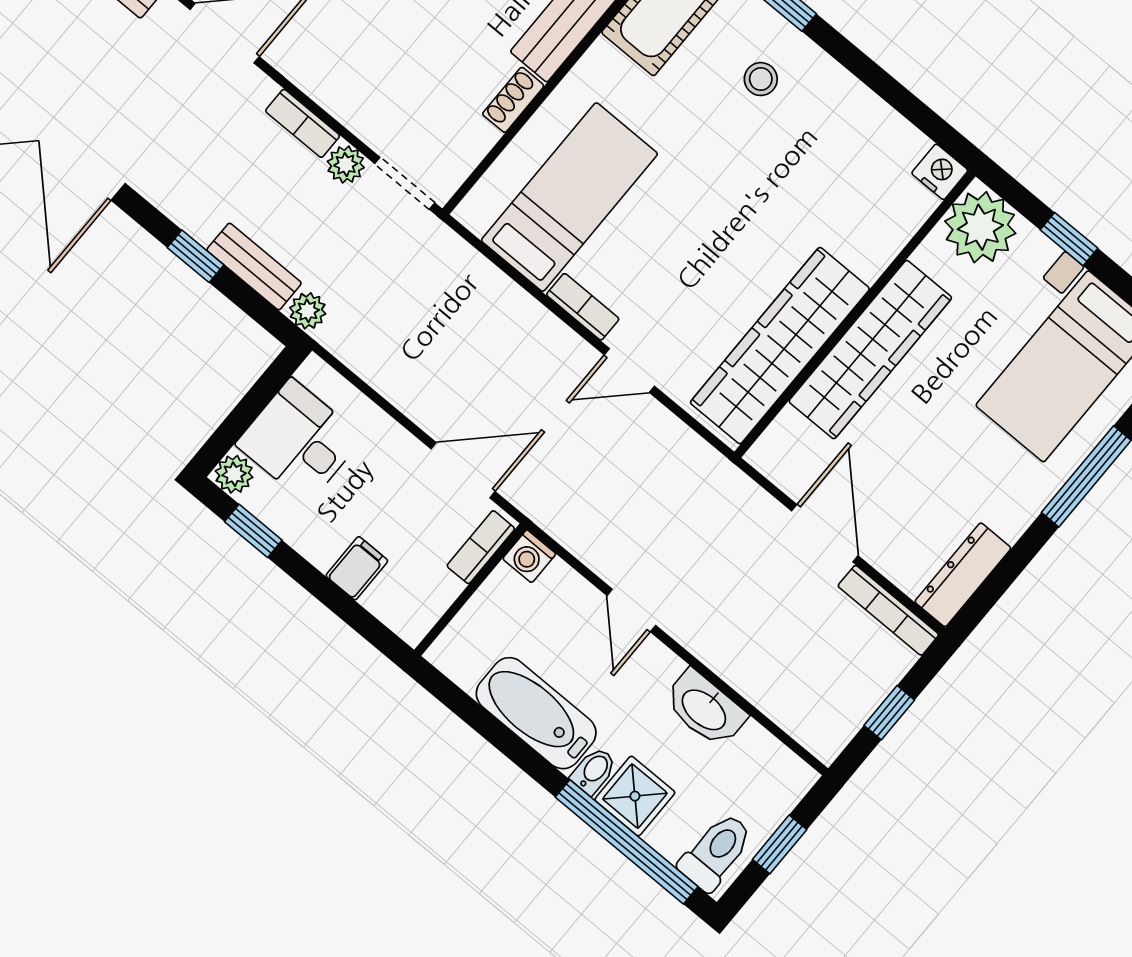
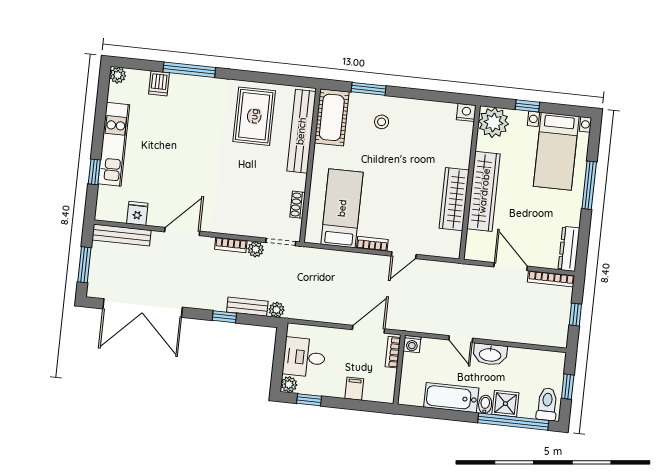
shoe rack: (513, 100) -> (298, 205), moved
wardrobe: (780, 346) -> (454, 199), width x0.71, depth x0.85
washbasin: (705, 709) -> (490, 354), moved

